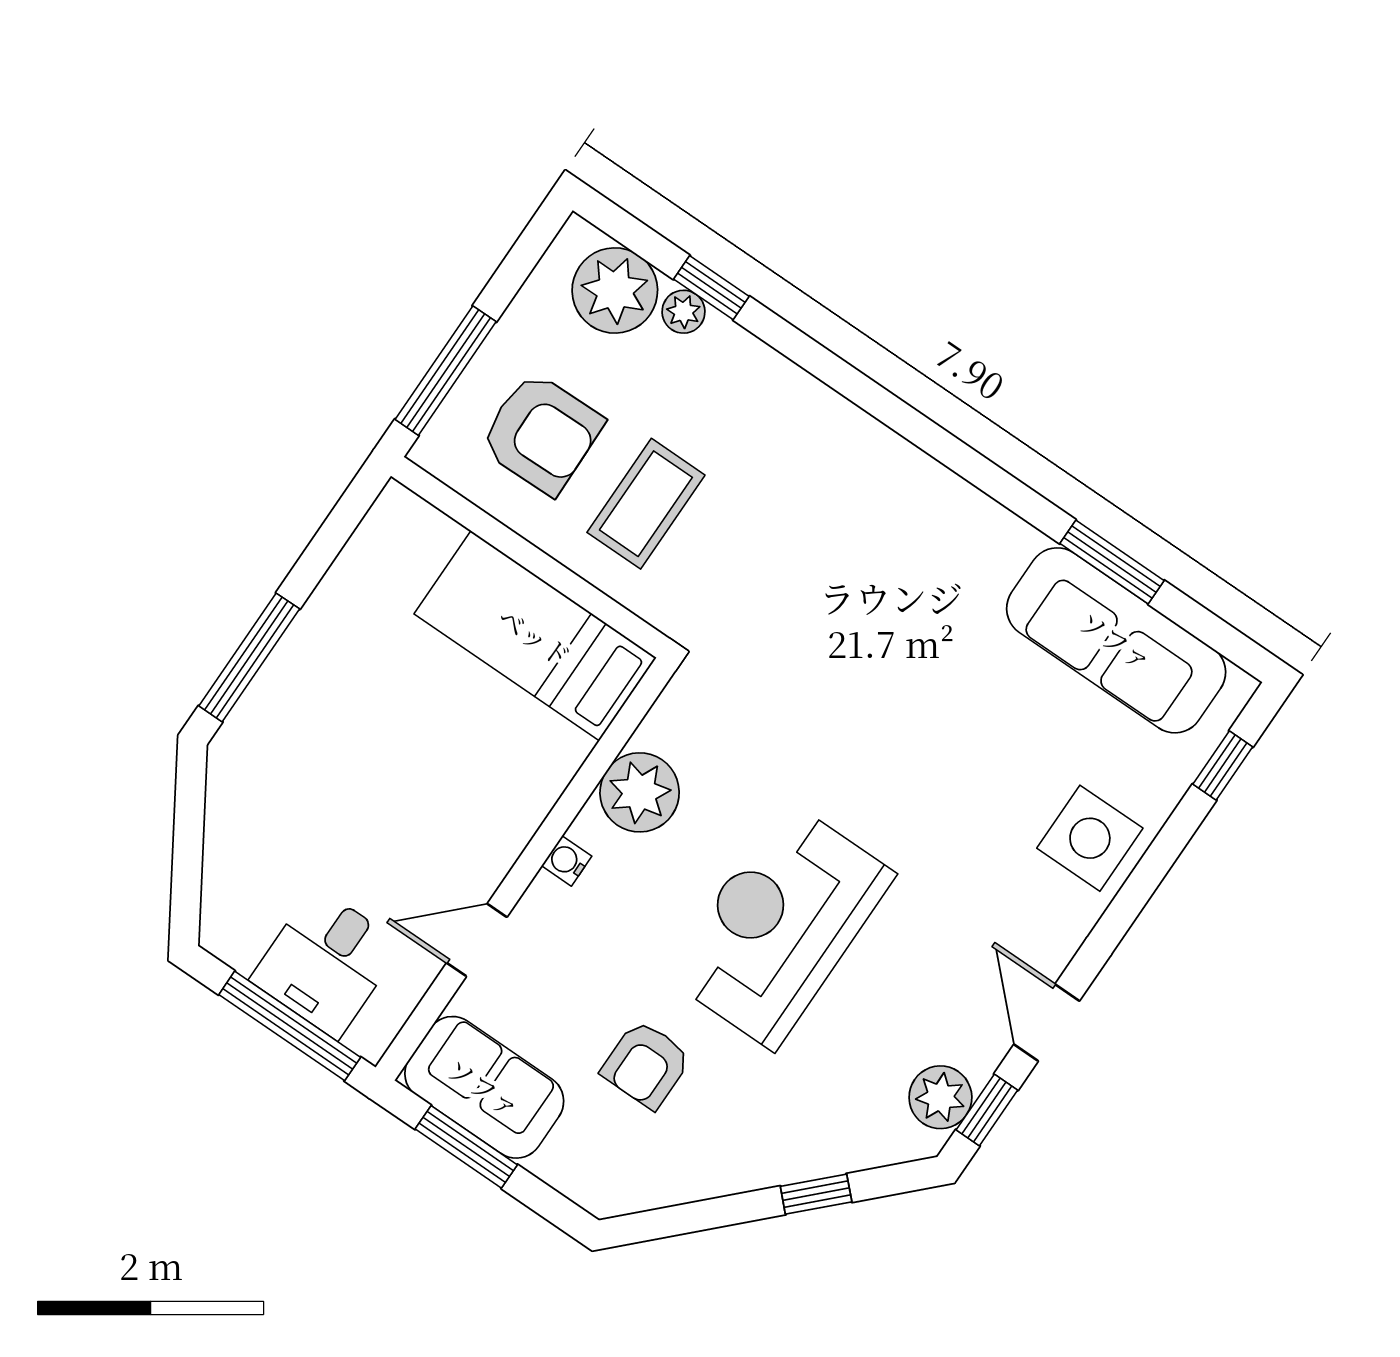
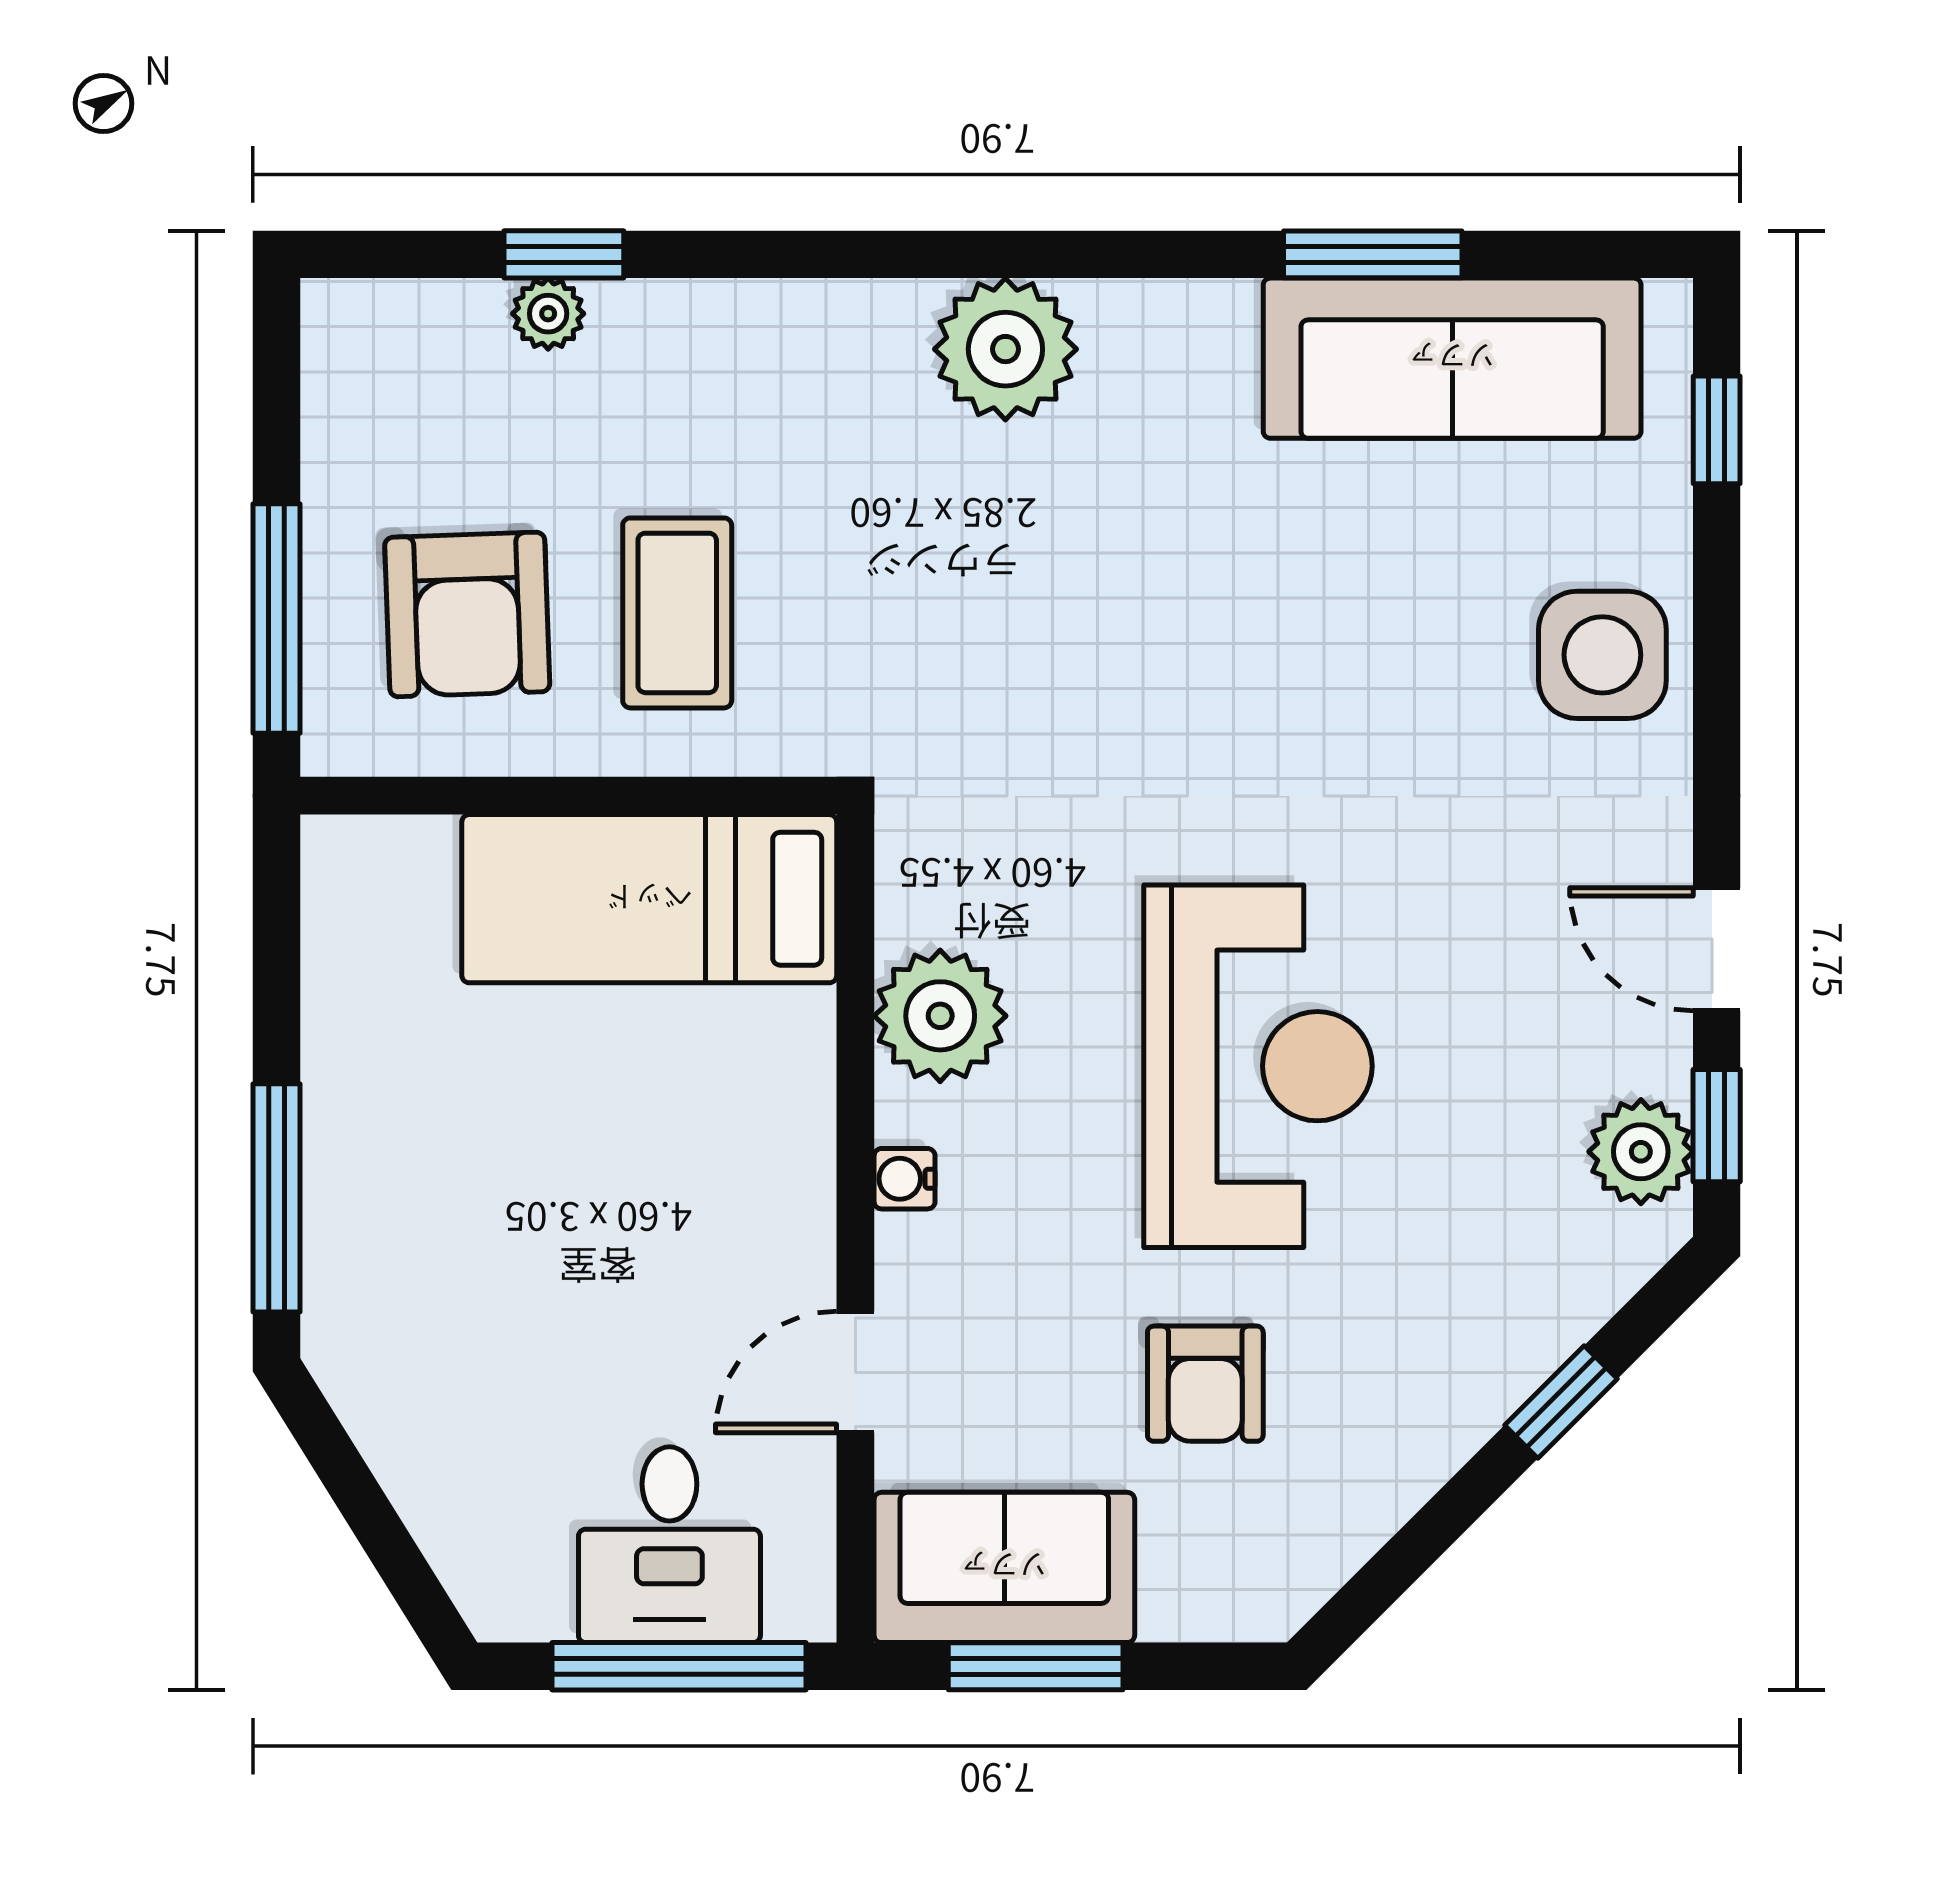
plant: (615, 290) -> (1005, 349), moved
armchair: (541, 433) -> (467, 614), turned 89
reception desk: (780, 925) -> (1258, 1066), turned 180

